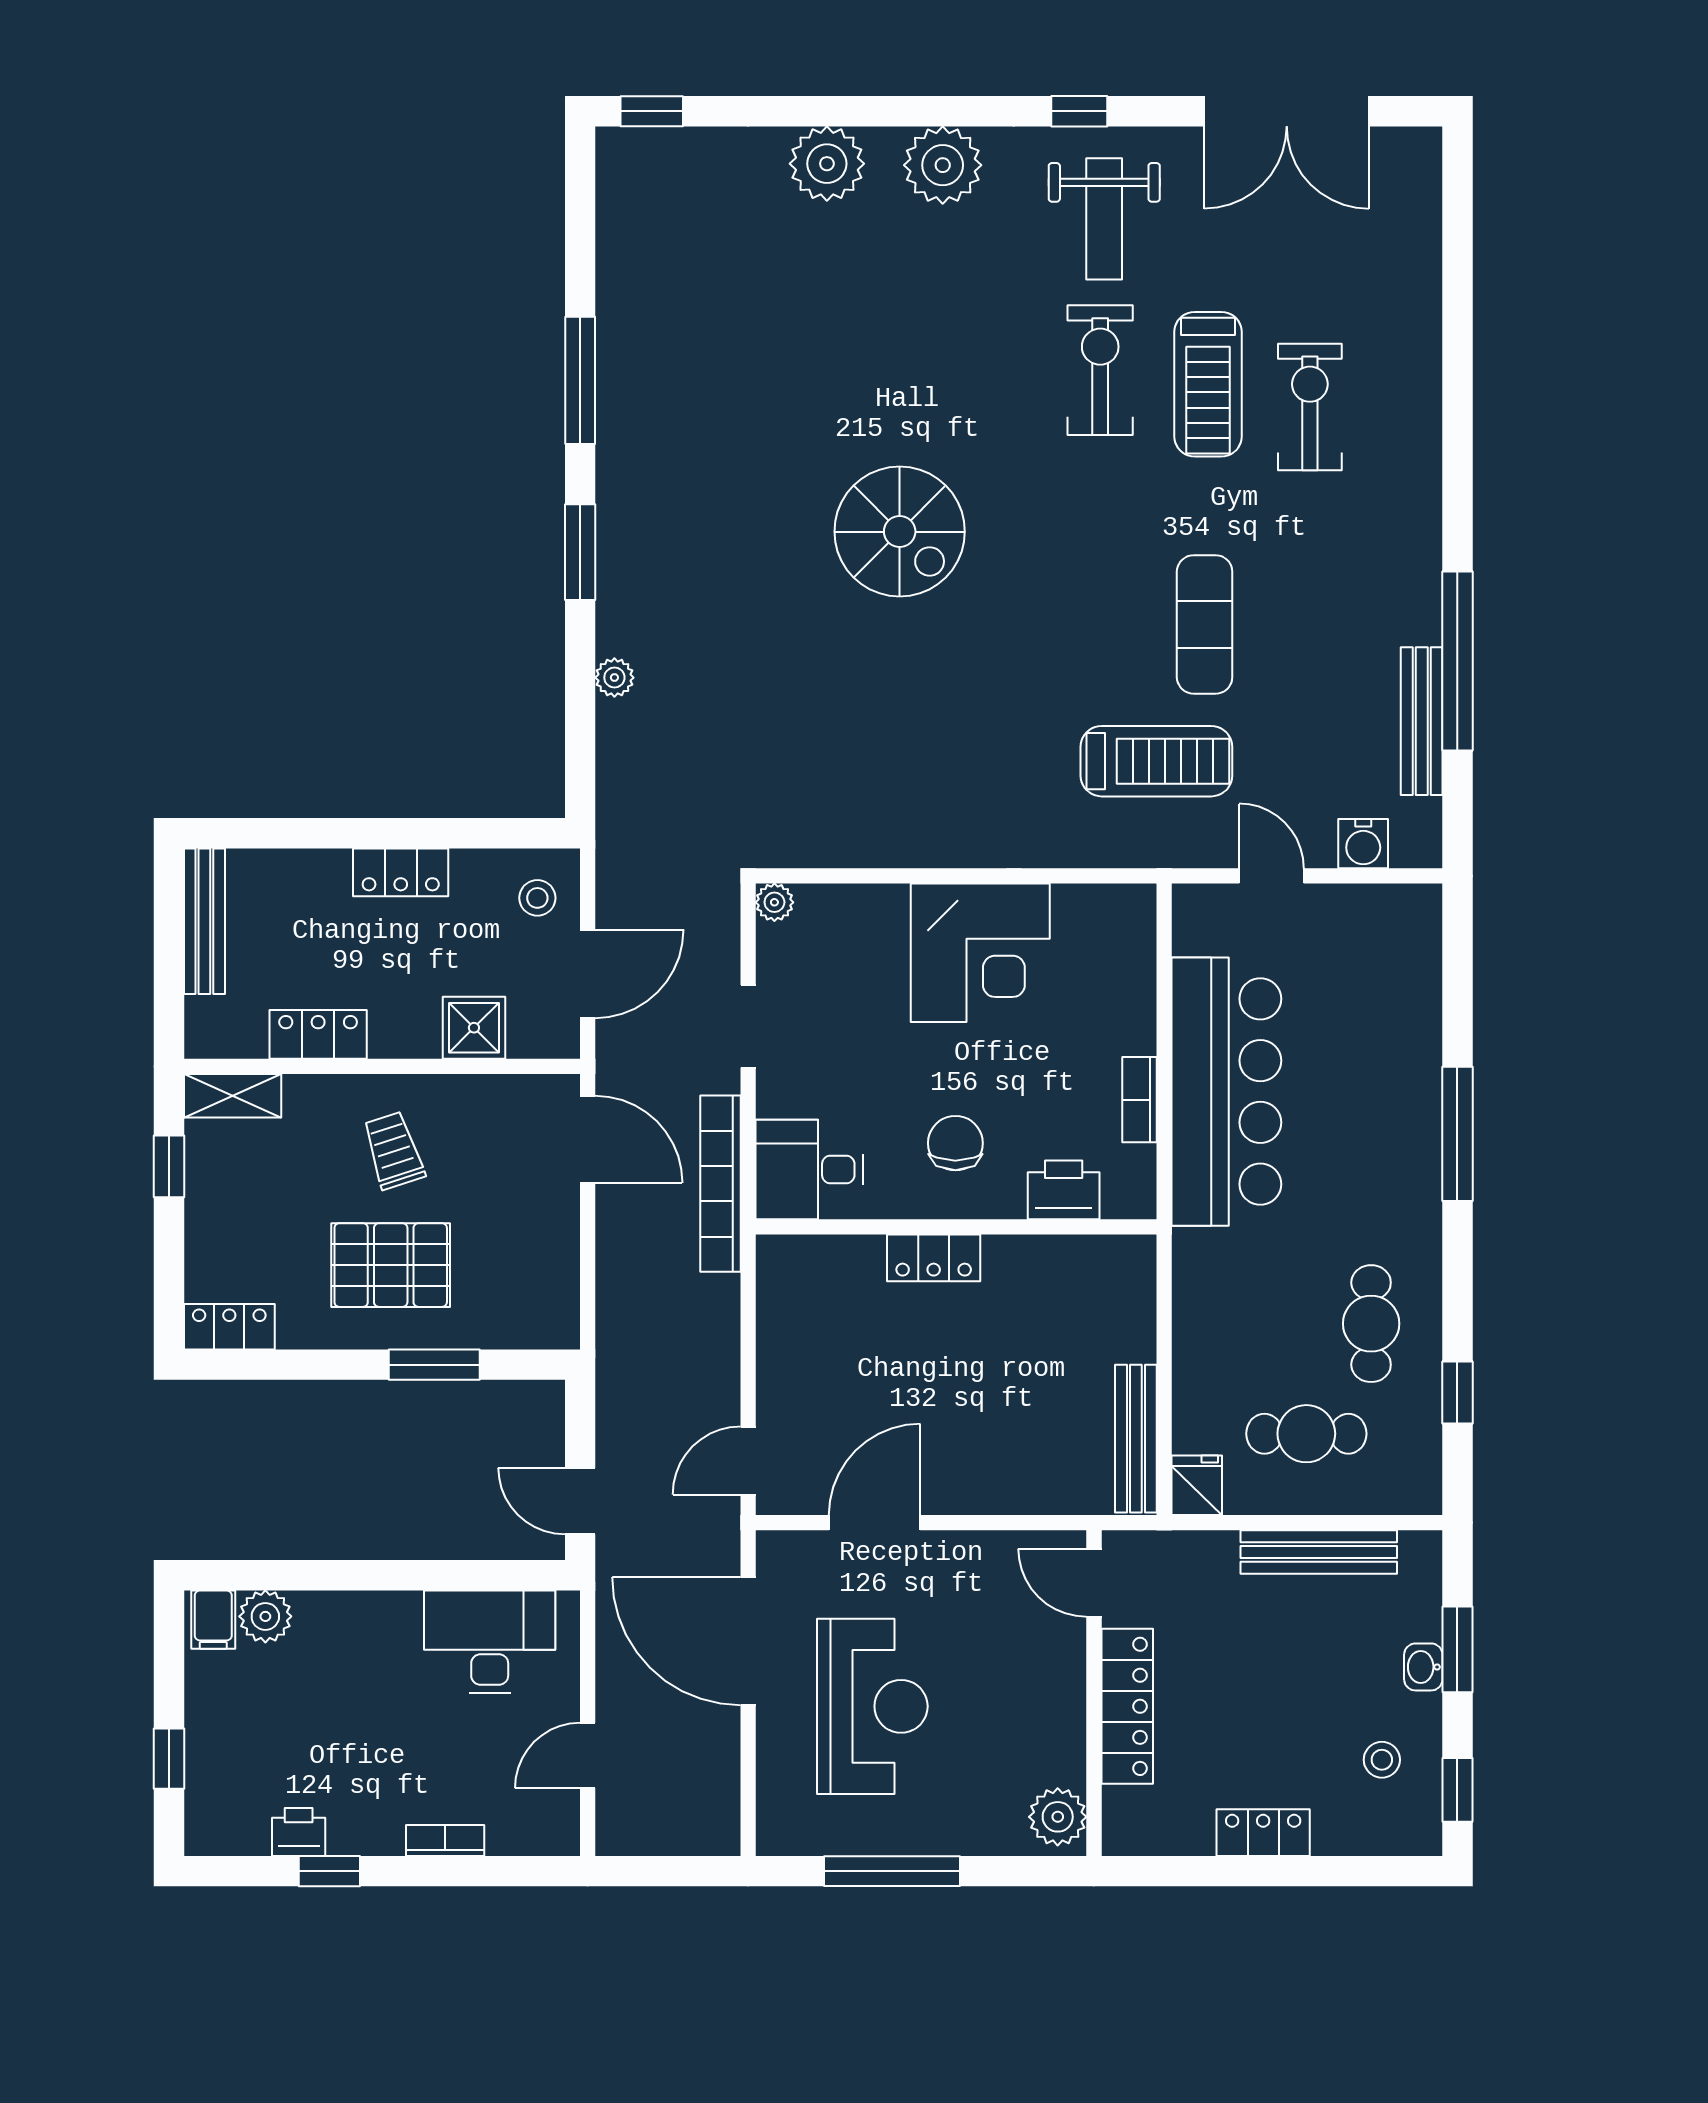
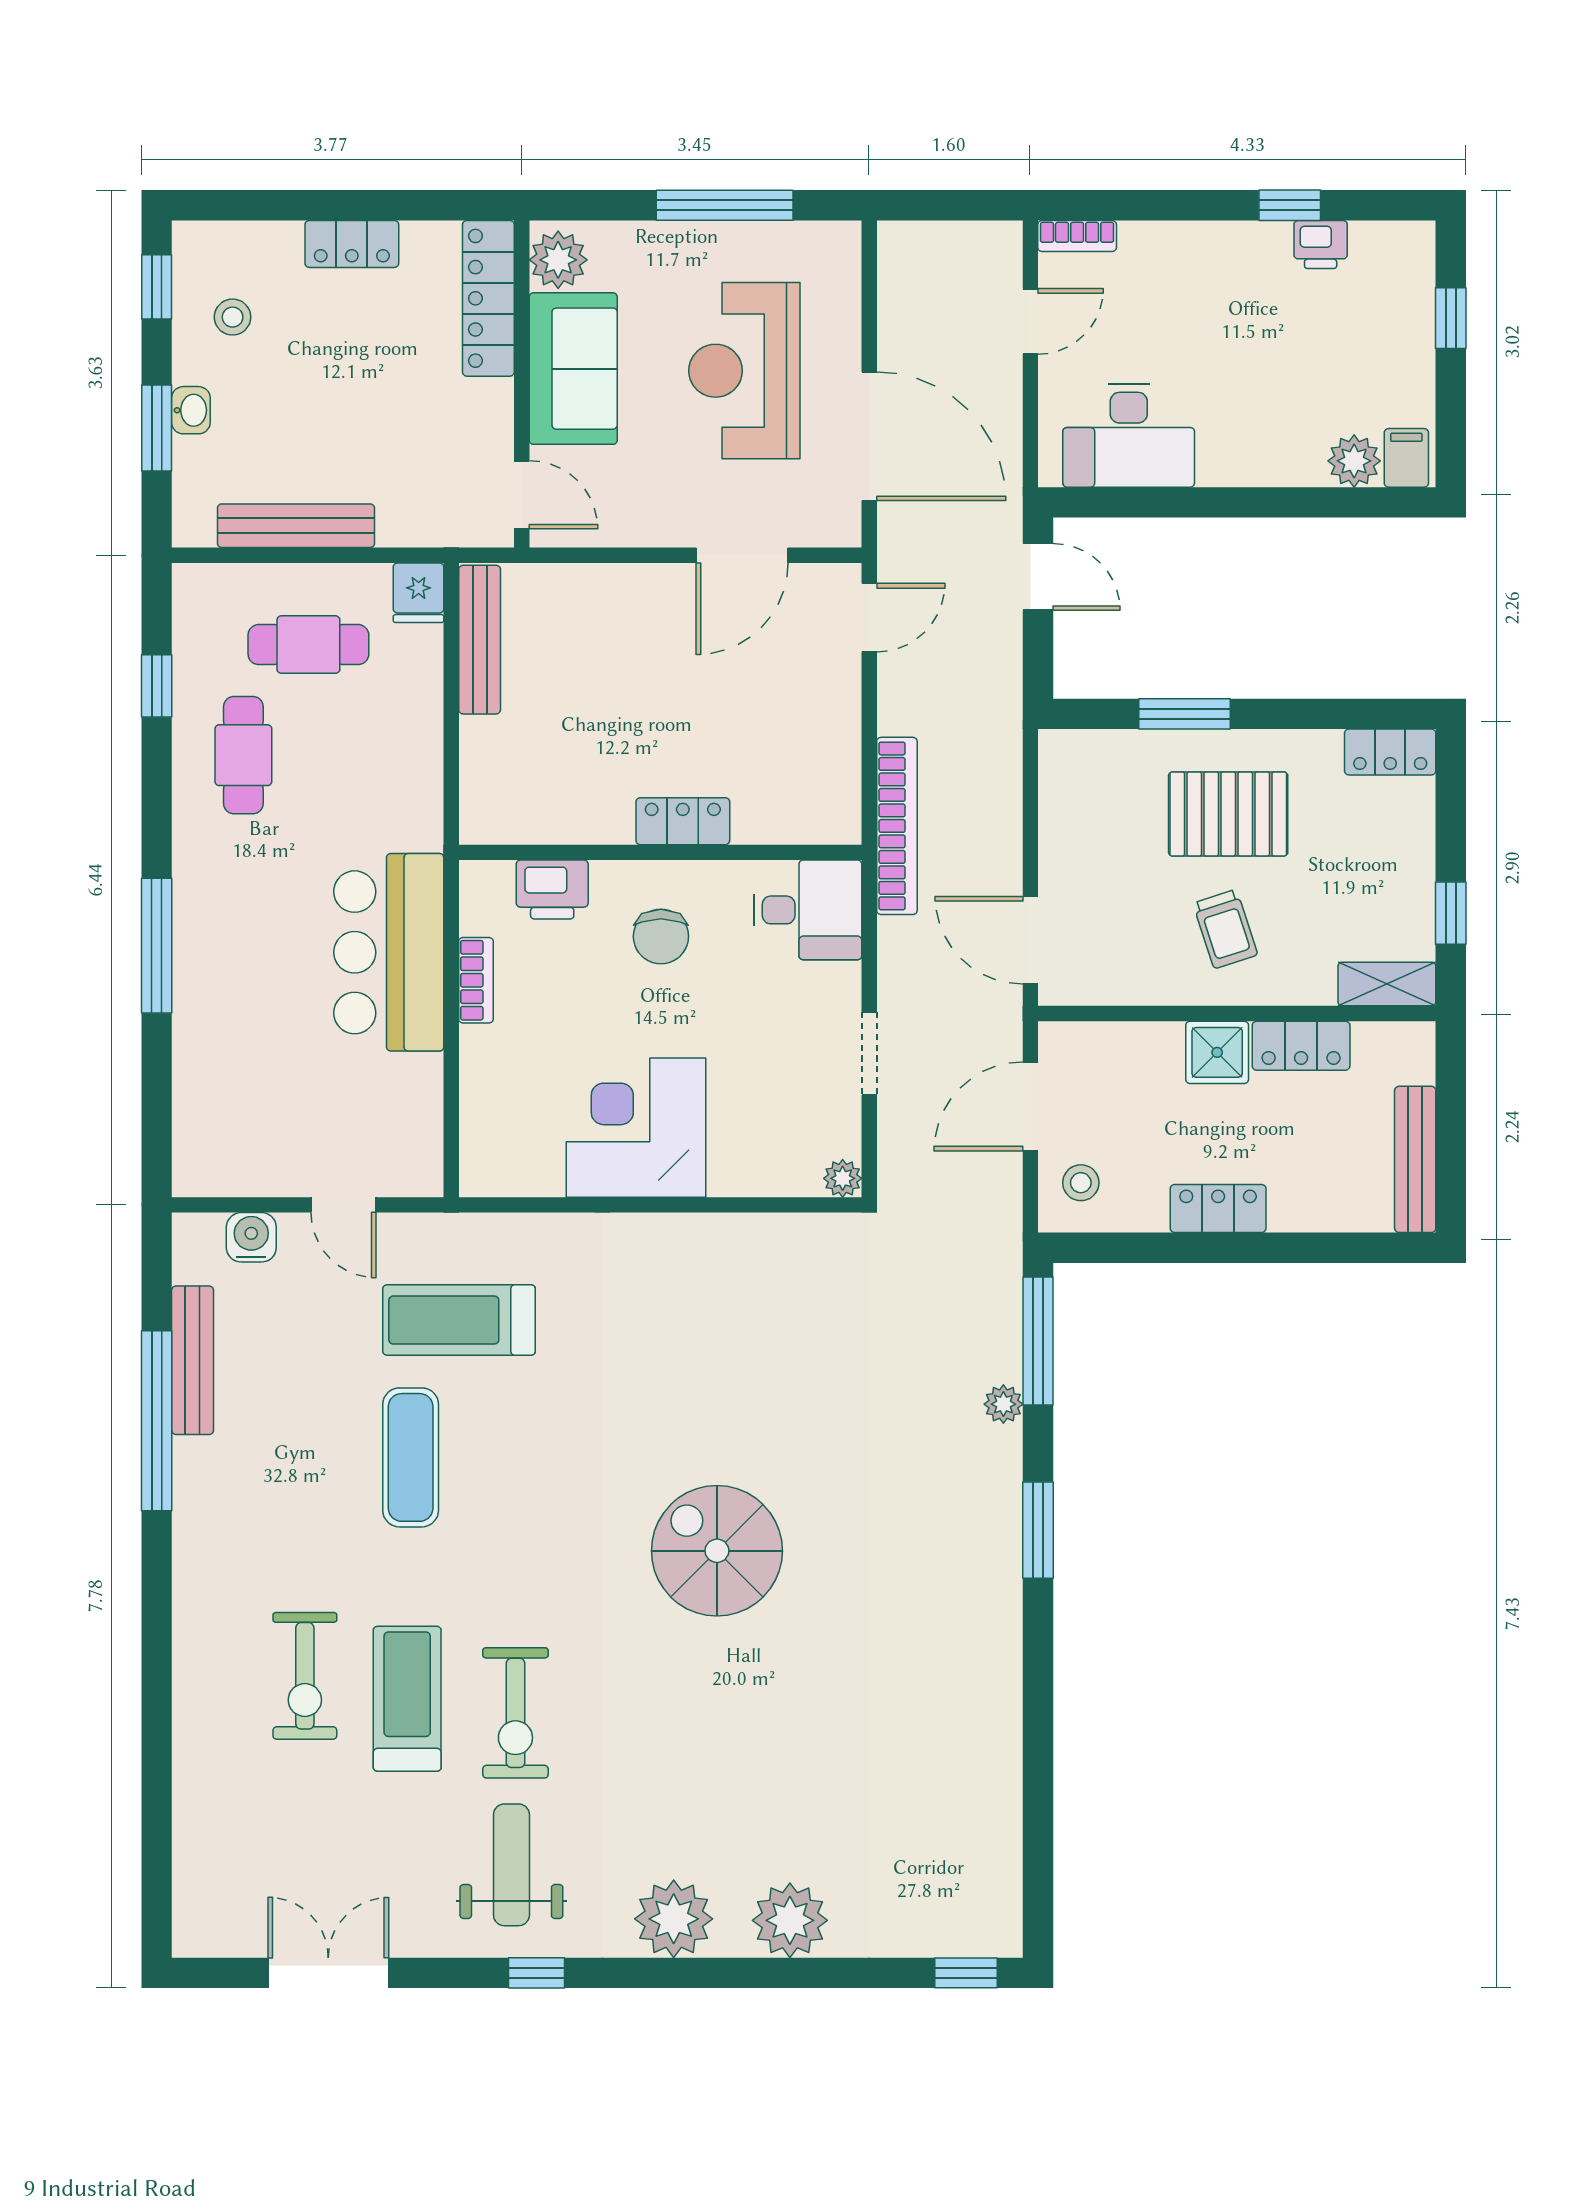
double door: (1287, 111) -> (328, 1973), width x0.73
window: (580, 380) -> (1038, 1341), moved
shower: (474, 1028) -> (1217, 1052), moved
bar counter: (1226, 1092) -> (389, 952), width x0.73
bookcase: (720, 1184) -> (897, 826), moved
locker: (1127, 1706) -> (488, 298), moved
sofa: (1043, 1708) -> (573, 369), added
bookcase: (445, 1840) -> (1077, 236), moved

